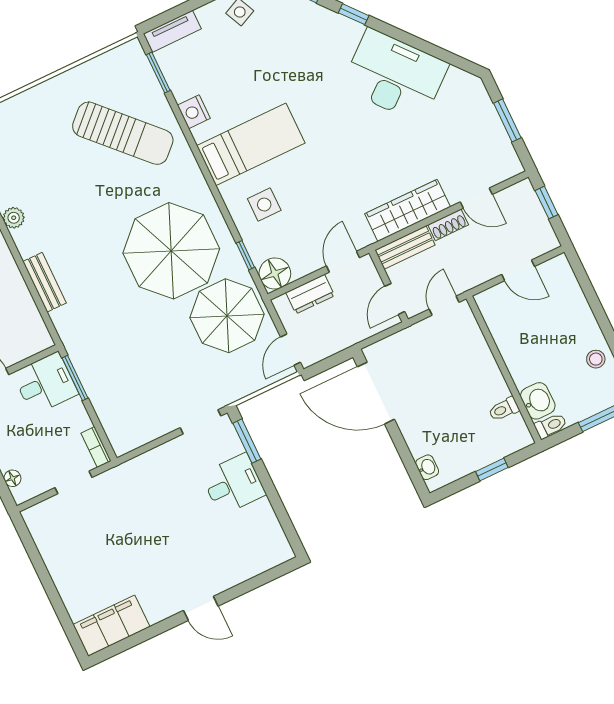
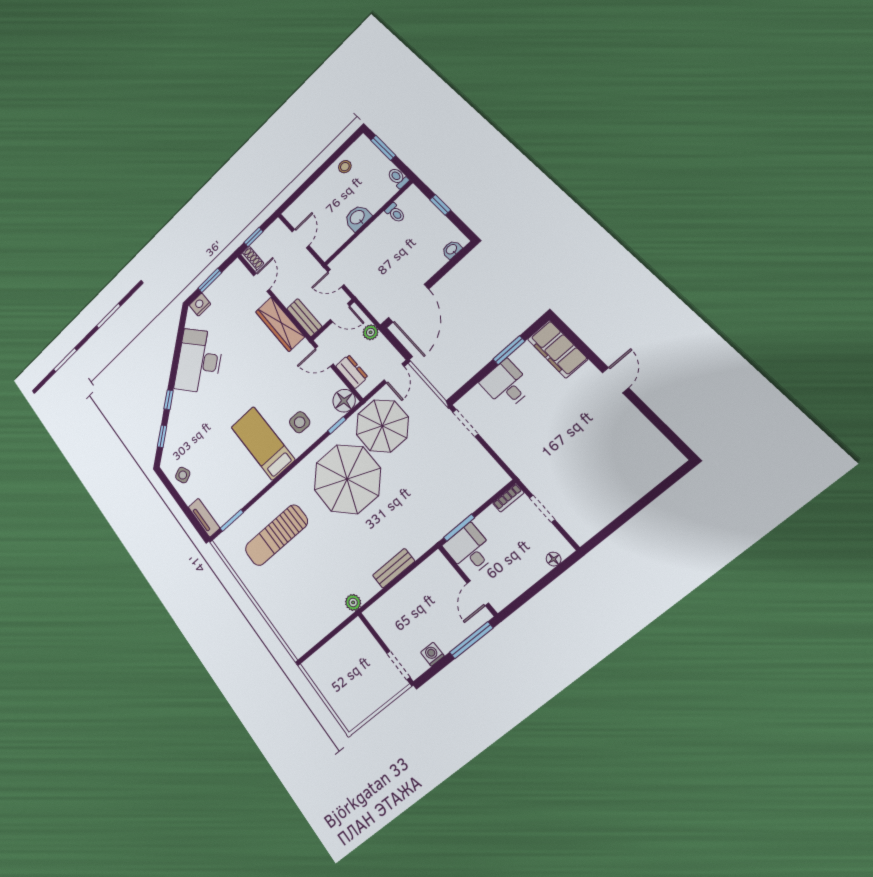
nightstand: (194, 112) -> (200, 305), moved, turned 180
sun lounger: (123, 133) -> (276, 535), turned -136
shoe rack: (448, 225) -> (252, 259), moved
plant: (354, 333) -> (371, 332), added
door: (290, 350) -> (394, 373), hinge flipped
washbasin: (538, 401) -> (358, 218), moved
window: (247, 441) -> (509, 350), moved
filing cabinet: (111, 626) -> (557, 349), moved

